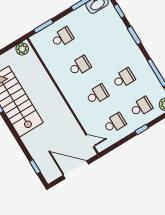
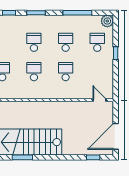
school desk: (115, 123) -> (34, 42), moved
door: (90, 141) -> (99, 100), hinge flipped
door: (76, 170) -> (116, 136), moved

